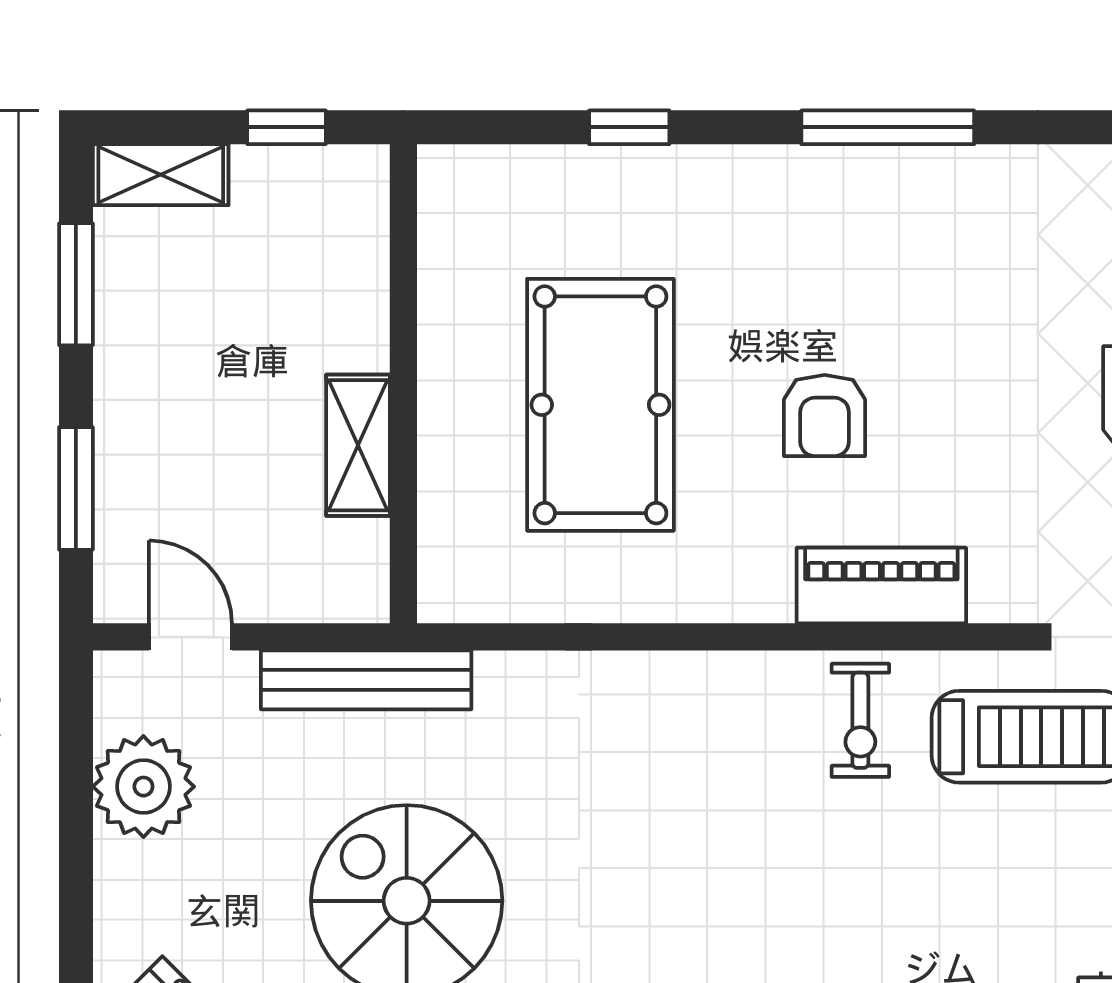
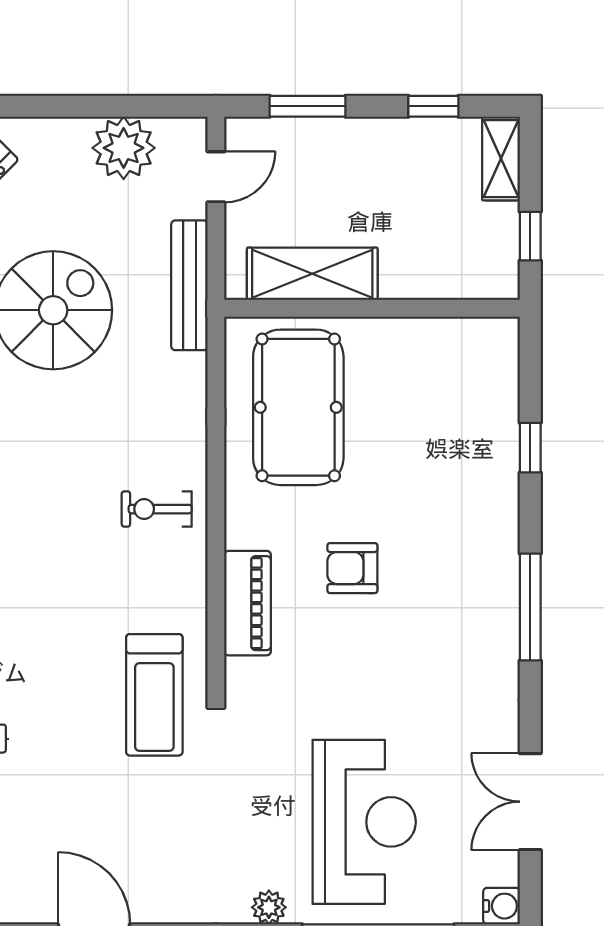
window: (76, 284) -> (433, 106), width x0.67
pool table: (600, 405) -> (298, 407), moved, turned 90
shelving: (358, 445) -> (312, 274), width x1.50, depth x1.33
exercise bike: (860, 720) -> (157, 509), moved

